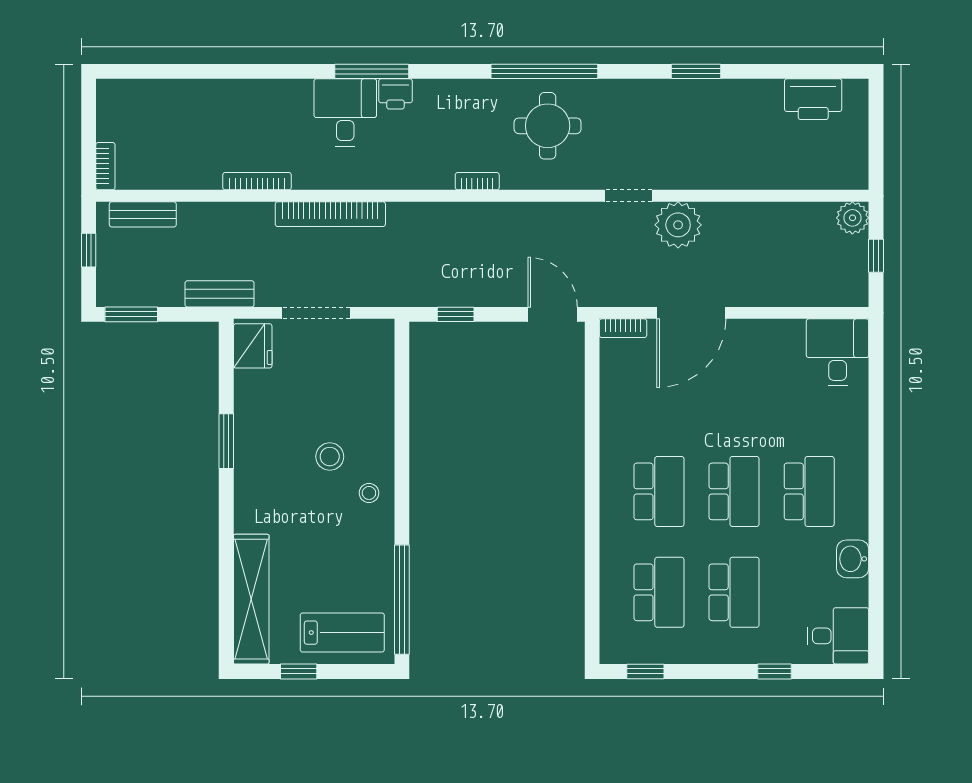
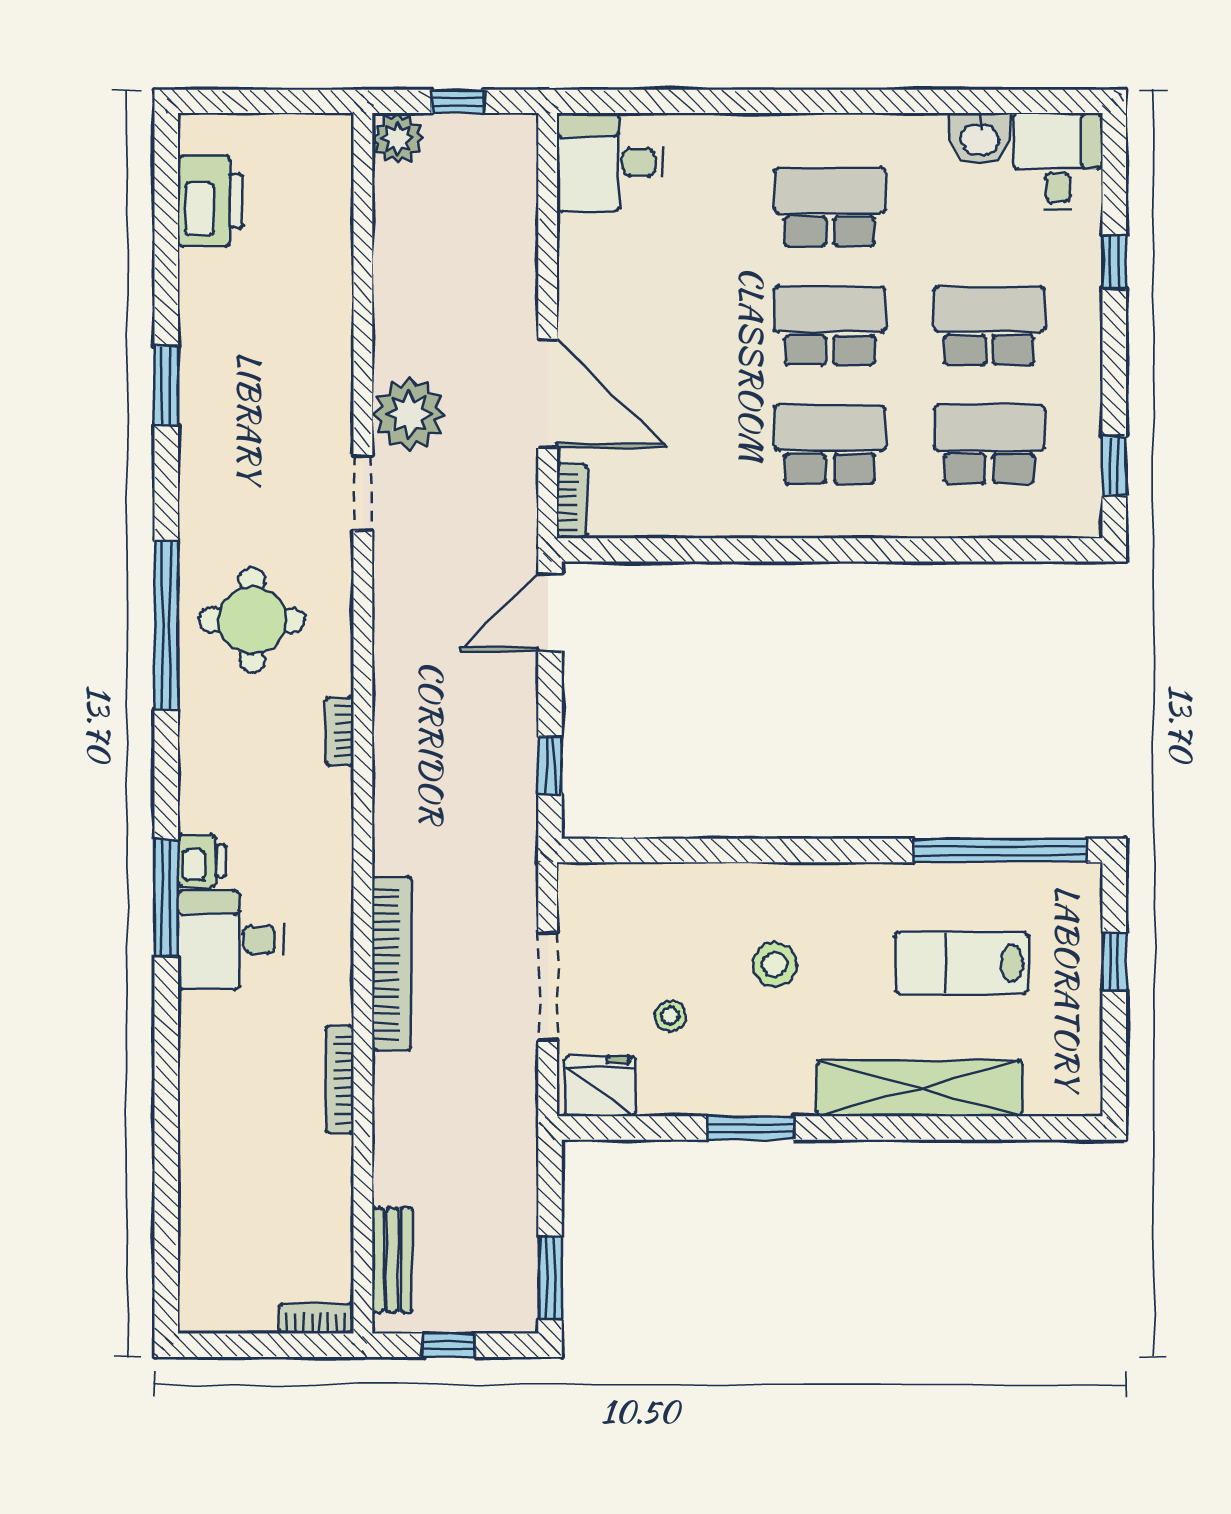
bench: (220, 294) -> (518, 1138), removed
stool: (369, 493) -> (670, 1016), moved
washbasin: (853, 559) -> (980, 138), moved
shelving: (251, 599) -> (920, 1088), moved
lab bench: (342, 633) -> (962, 963), moved, turned -90
window: (299, 671) -> (1114, 962), moved

